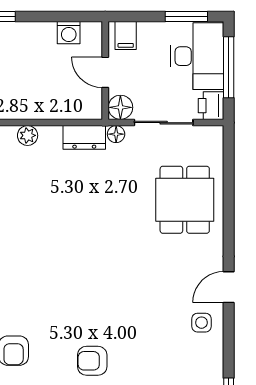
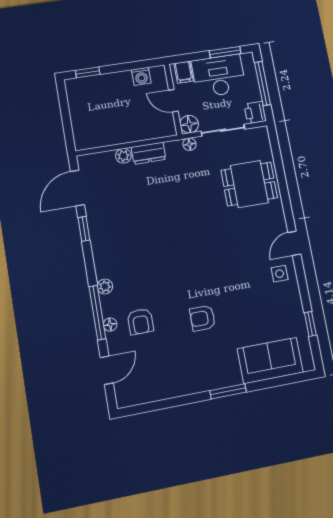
desk: (197, 56) -> (219, 76), moved, turned -90
dresser: (84, 137) -> (149, 153), moved
dining table: (185, 200) -> (249, 184), turned 90

